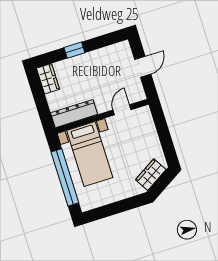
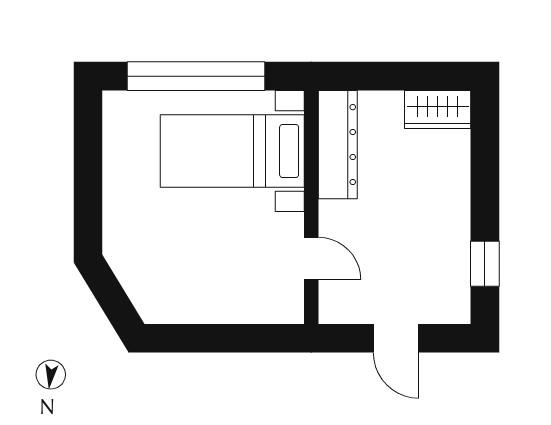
window: (74, 50) -> (485, 264), moved
wardrobe: (151, 175) -> (140, 278), removed

